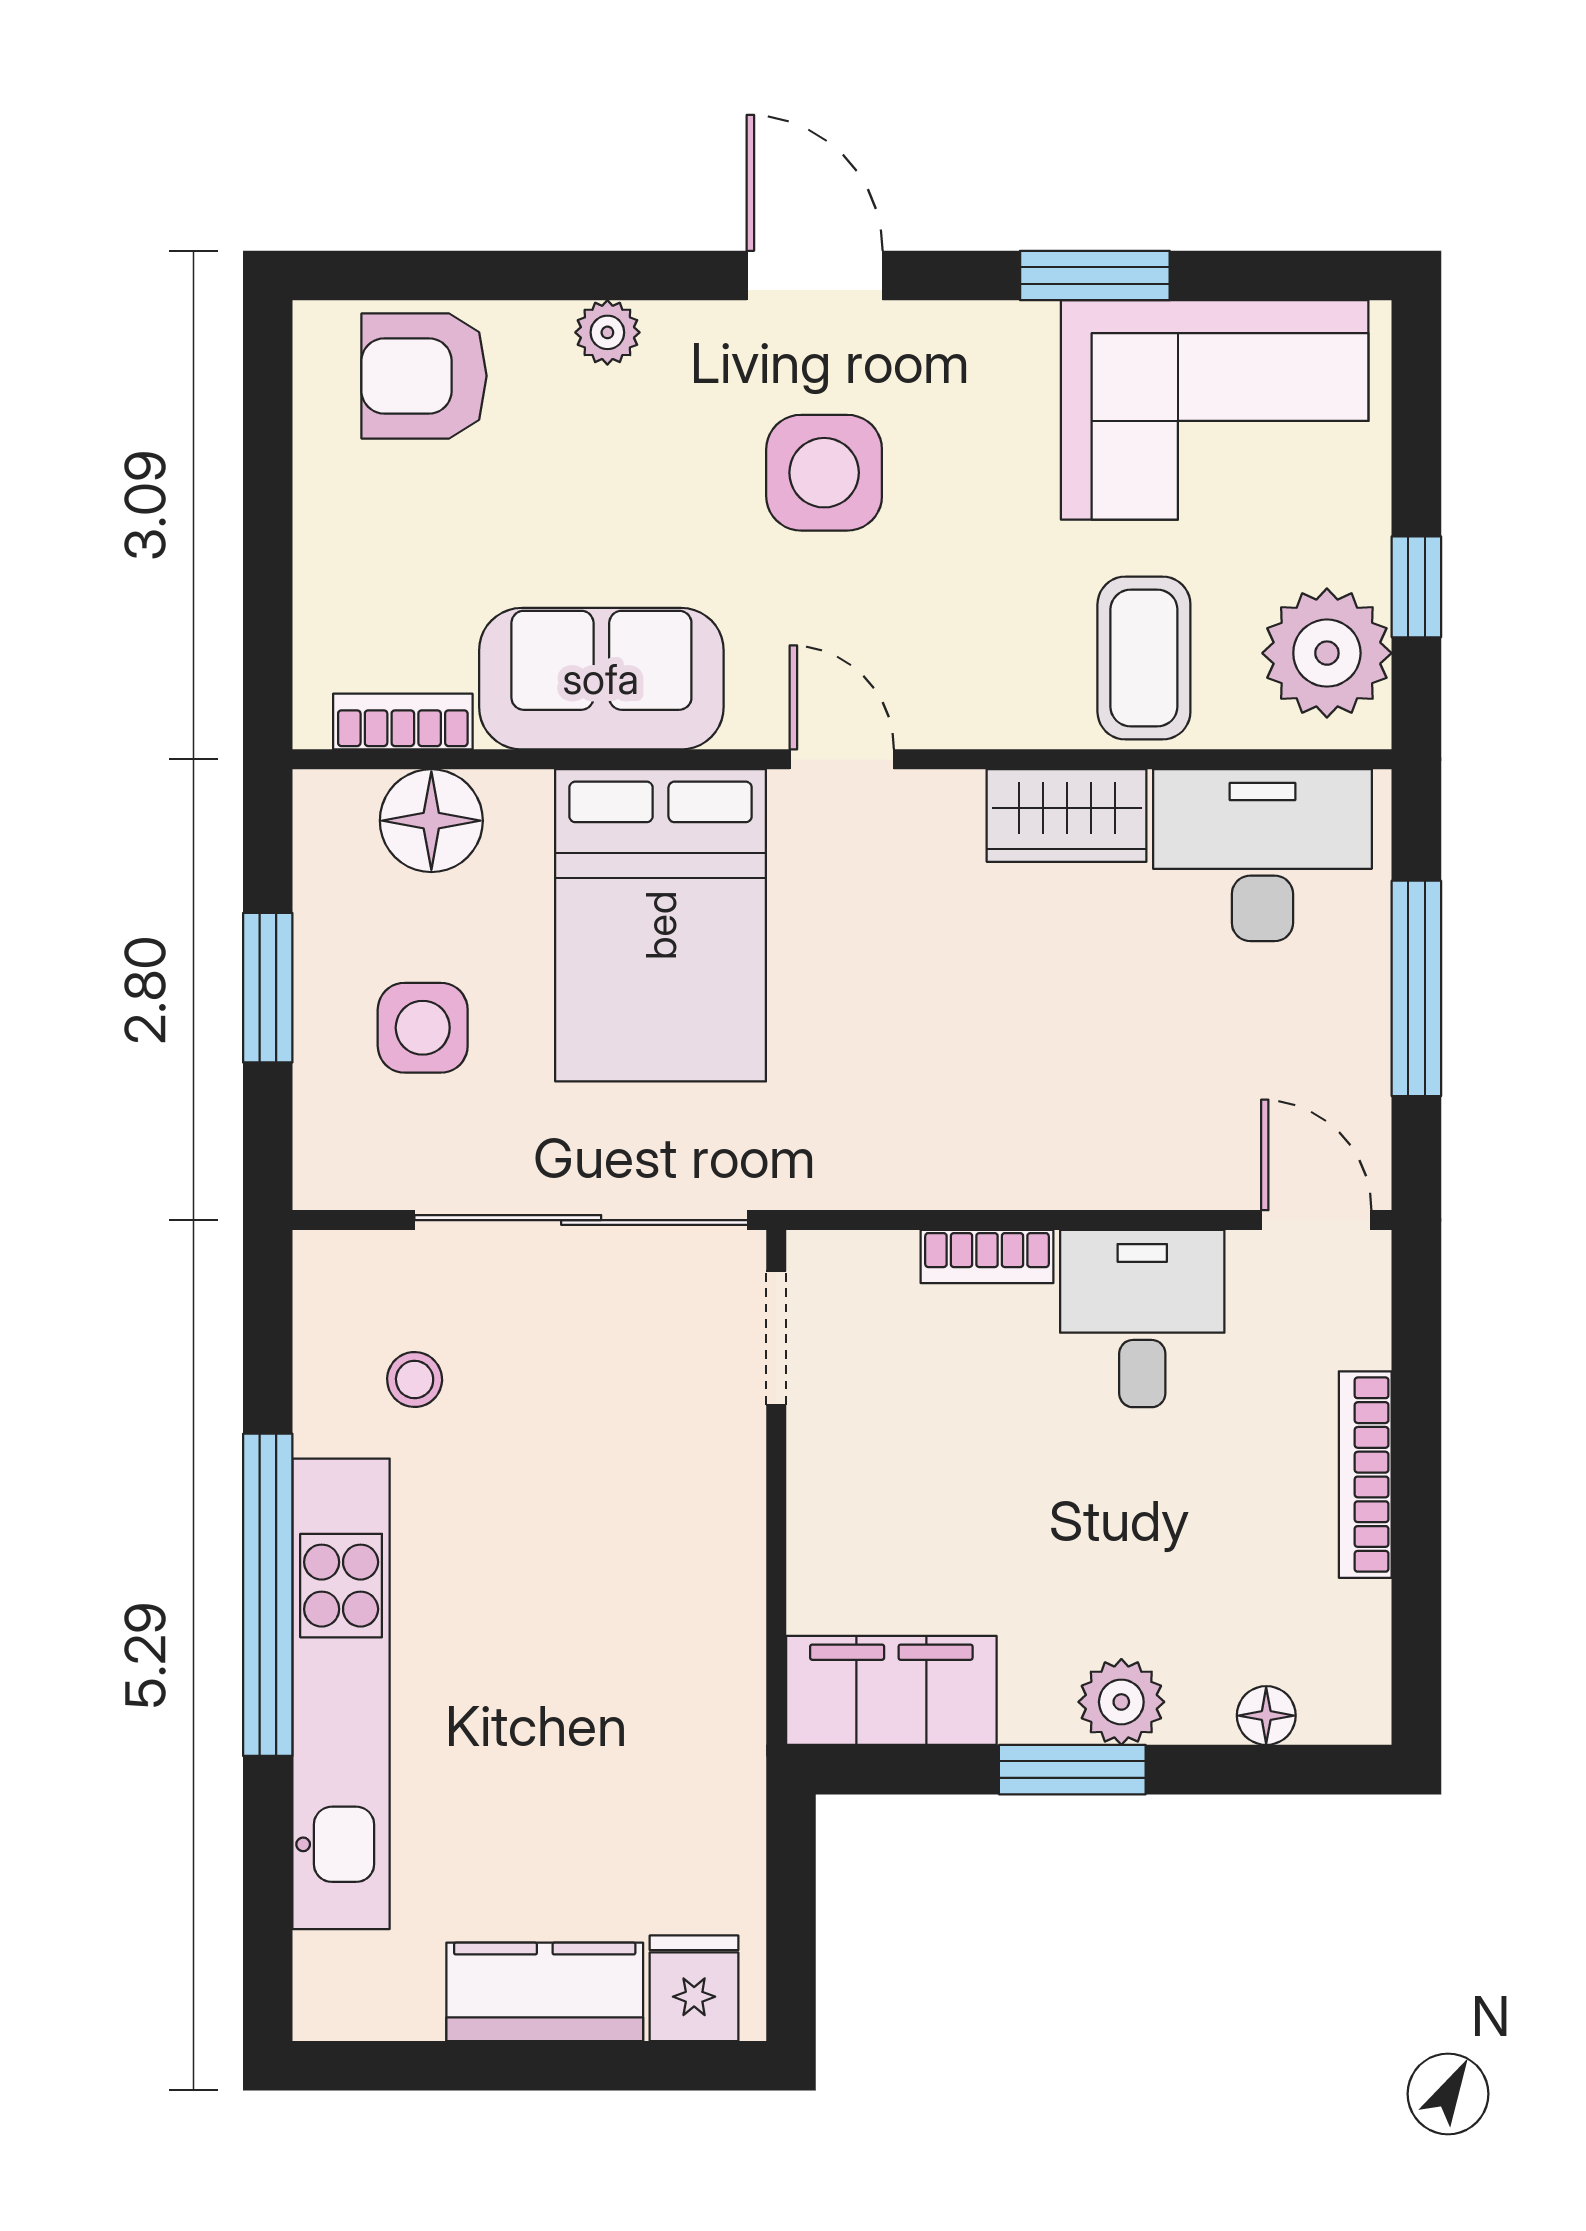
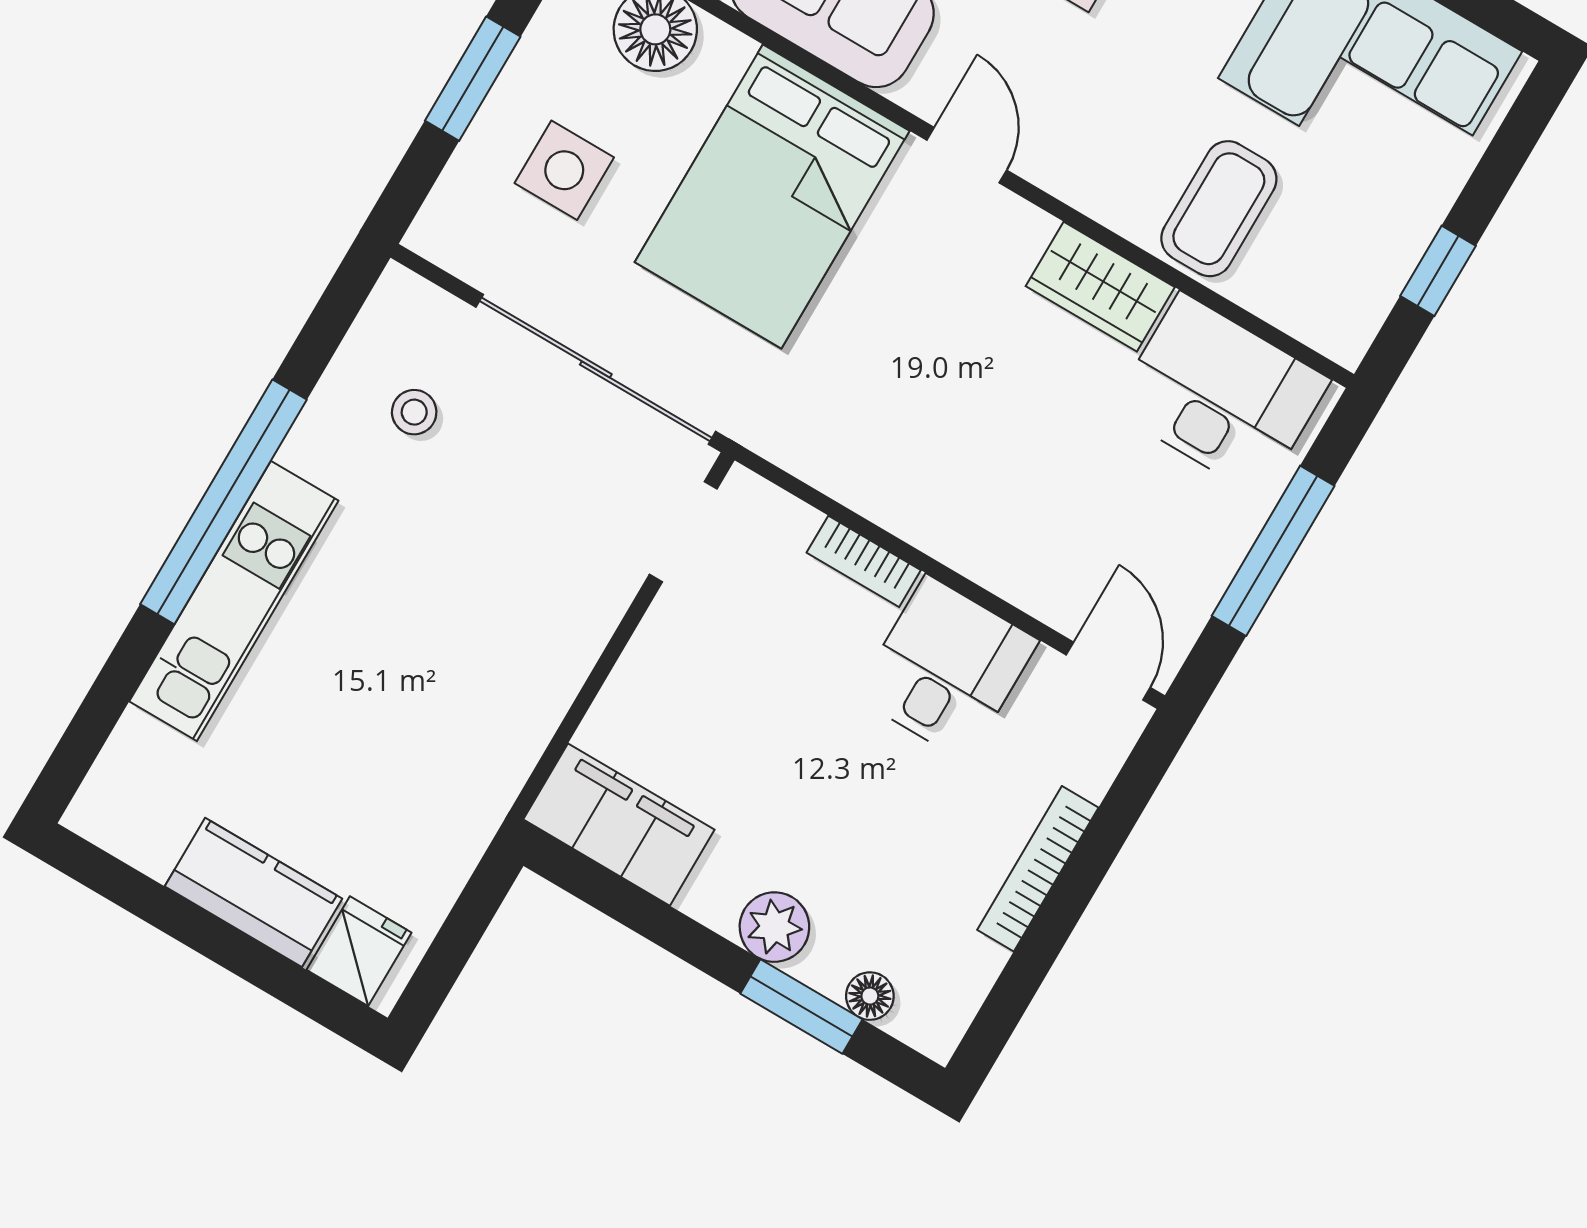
plant: (1327, 653) -> (1348, 280), removed
kitchen unit: (341, 1694) -> (234, 601), width x0.73
window: (1072, 1770) -> (801, 1006), moved

